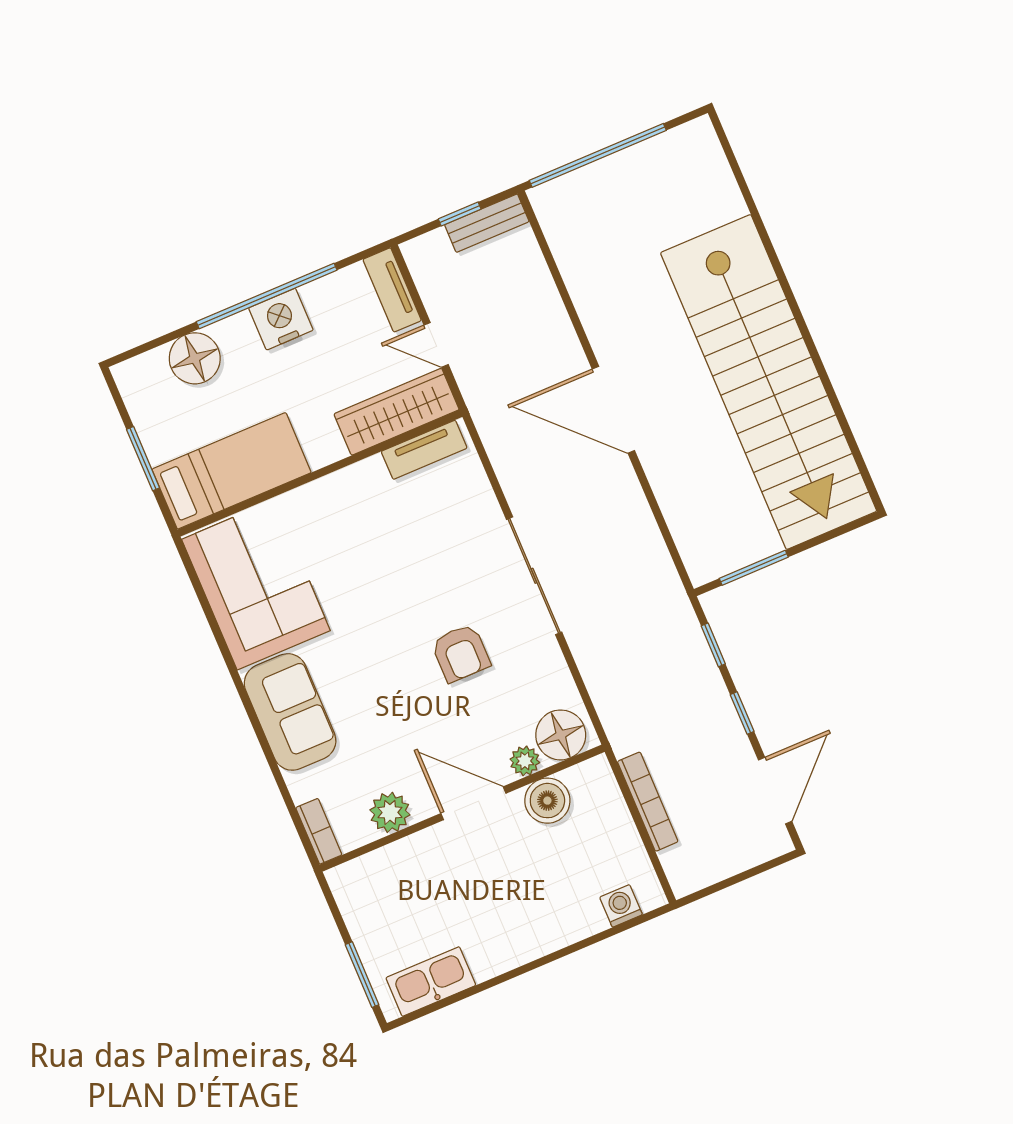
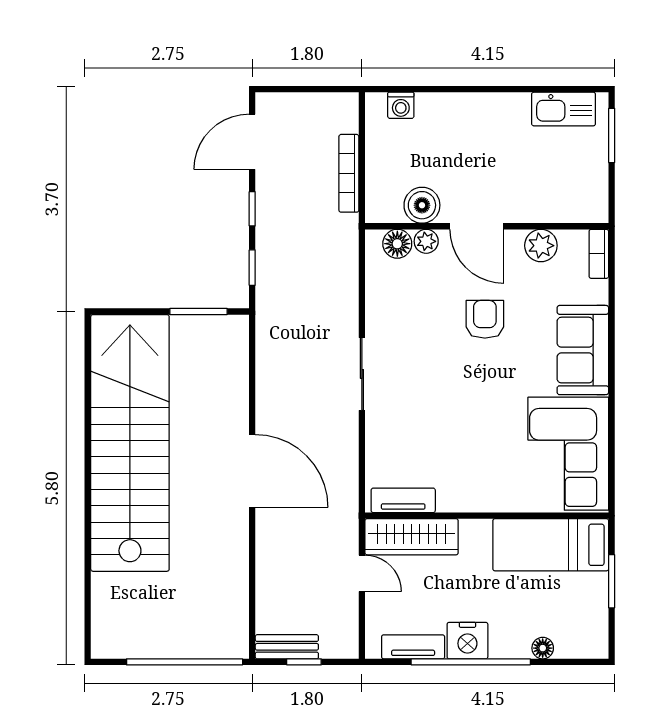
tv unit: (392, 290) -> (413, 647), moved, turned -90
floor lamp: (195, 358) -> (543, 648), width x0.53, depth x0.53
sliding door: (534, 576) -> (362, 374), width x0.73
armchair: (461, 653) -> (485, 319), moved
floor lamp: (561, 735) -> (397, 244), width x0.73, depth x0.73

